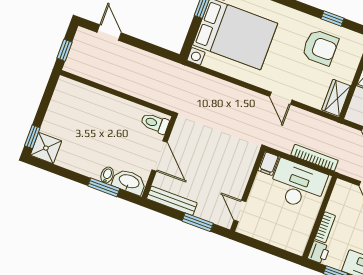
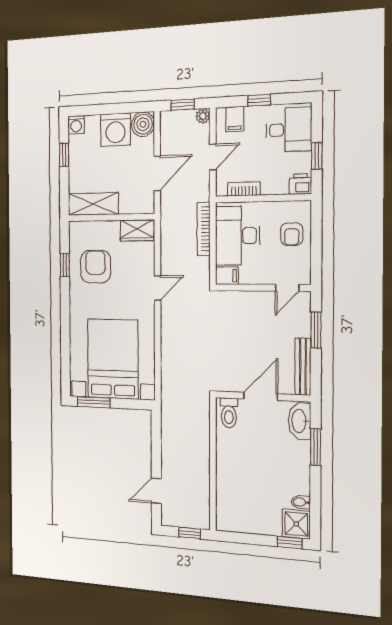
bidet: (107, 175) -> (301, 502), moved
bookcase: (325, 227) -> (244, 189), moved
armchair: (282, 231) -> (292, 234), added

